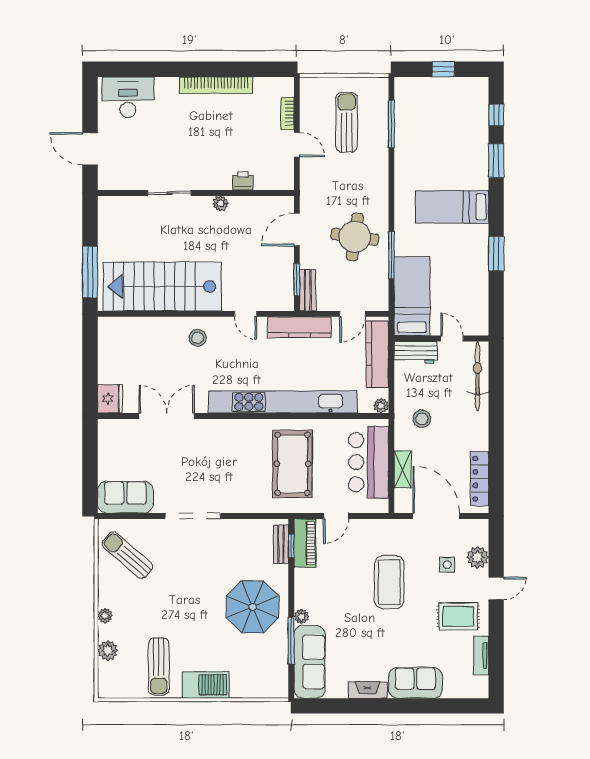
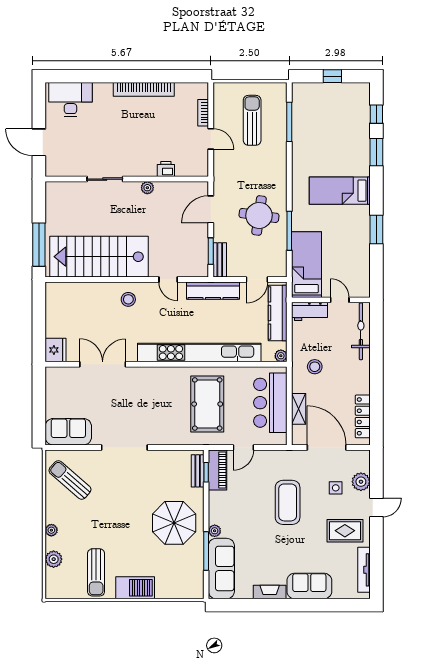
tv unit: (481, 655) -> (364, 570), width x1.41

